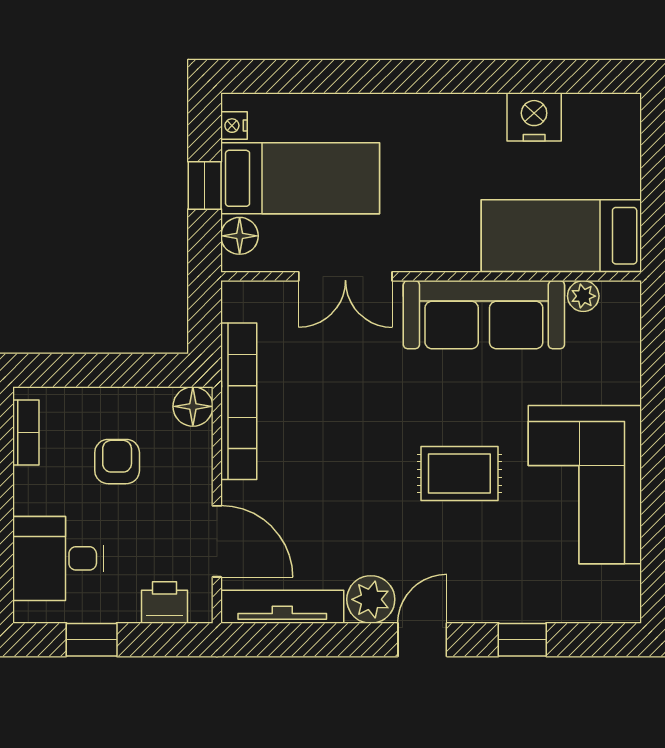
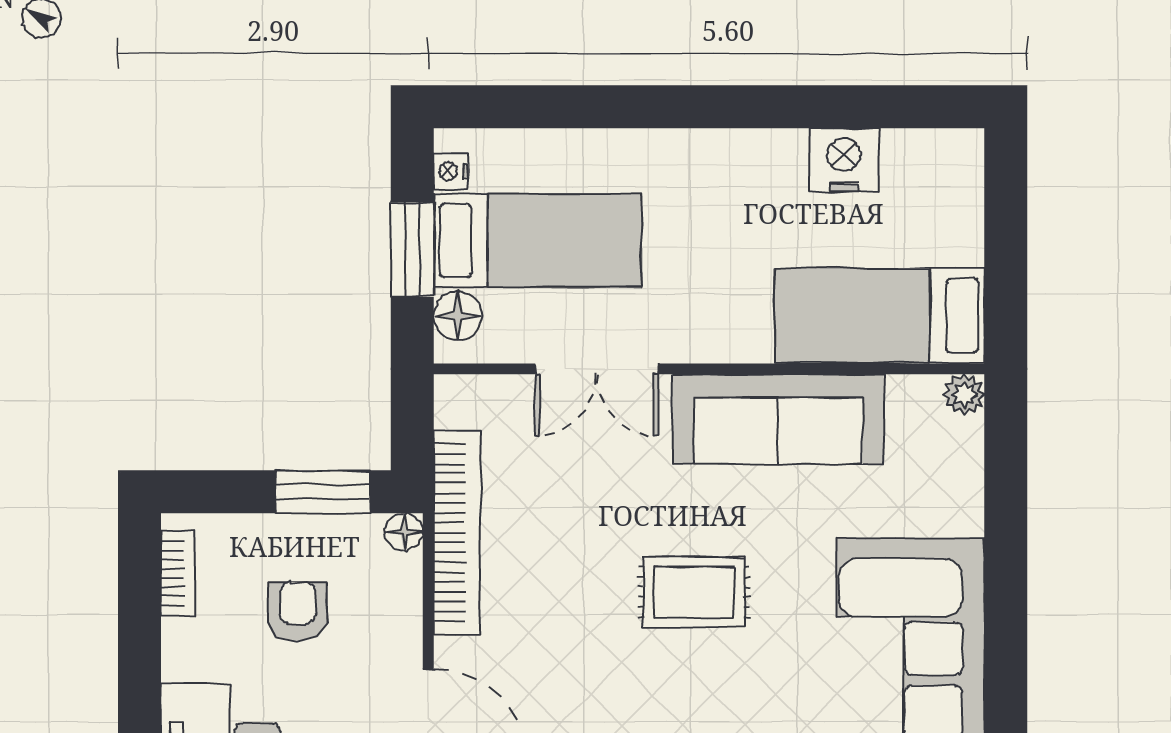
window: (205, 185) -> (412, 250), width x1.50
plant: (583, 296) -> (964, 395), moved
window: (136, 370) -> (323, 492), added
floor lamp: (193, 406) -> (404, 532), width x0.73, depth x0.73
rug: (459, 473) -> (694, 592), moved

